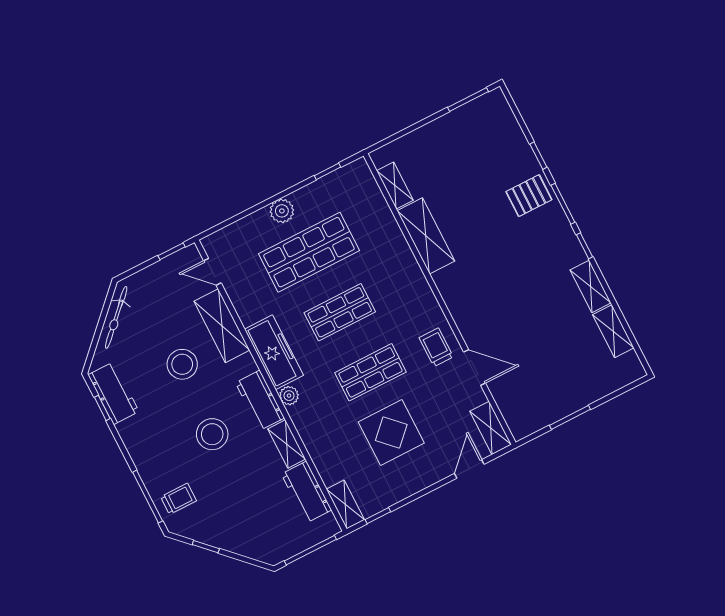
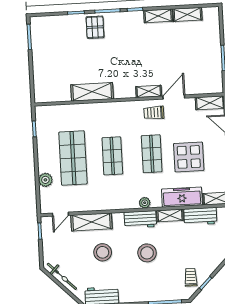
shelving: (395, 186) -> (149, 91), moved
plant: (282, 211) -> (45, 180), moved
freezer: (274, 352) -> (182, 197), moved
trolley: (178, 499) -> (191, 277), moved

